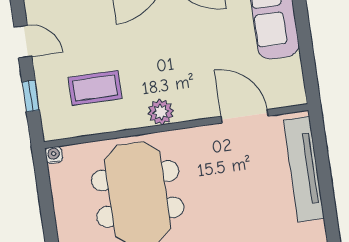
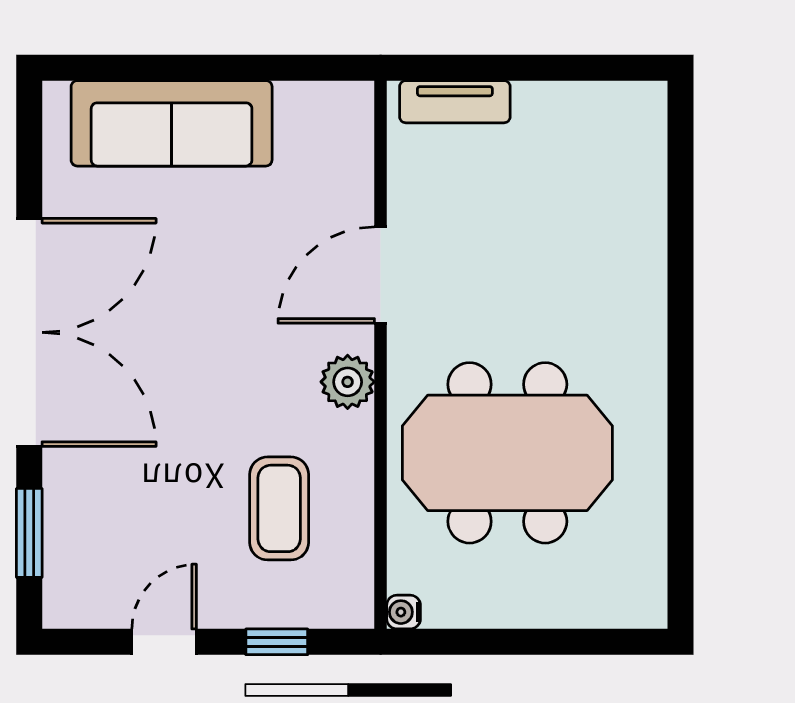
door: (245, 116) -> (381, 275), moved
tv unit: (304, 169) -> (455, 102), width x0.52, depth x0.78

